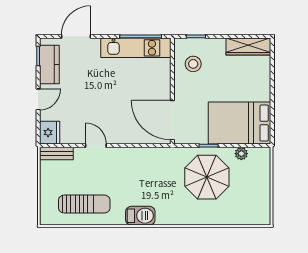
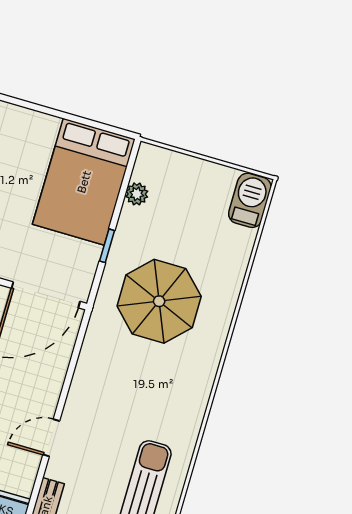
parasol: (207, 177) -> (159, 301), moved
barbecue: (140, 216) -> (250, 200), moved

